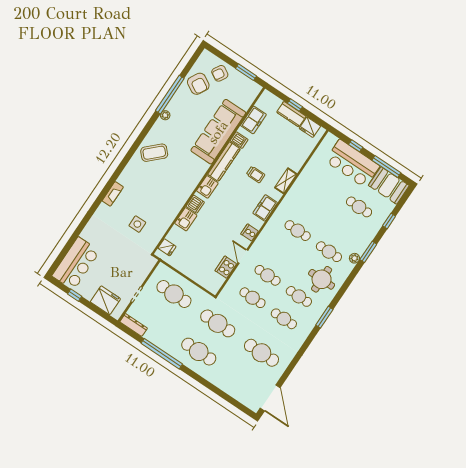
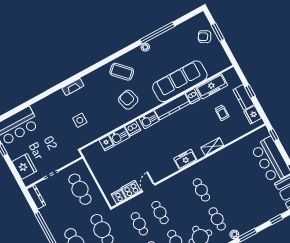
window: (246, 72) -> (218, 32), moved
armchair: (198, 84) -> (128, 100), moved, turned 135
freezer: (253, 120) -> (212, 86), width x1.40
window: (356, 146) -> (274, 135), moved
trolley: (256, 174) -> (222, 113), moved
cafe table: (359, 207) -> (259, 196), removed
cooker: (250, 233) -> (119, 196), moved
fridge: (167, 247) -> (107, 143), moved

